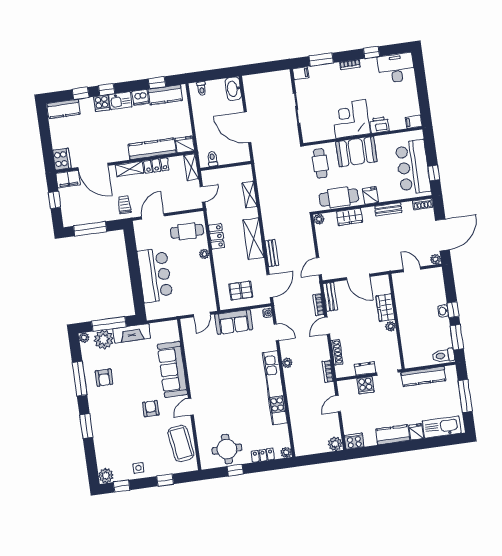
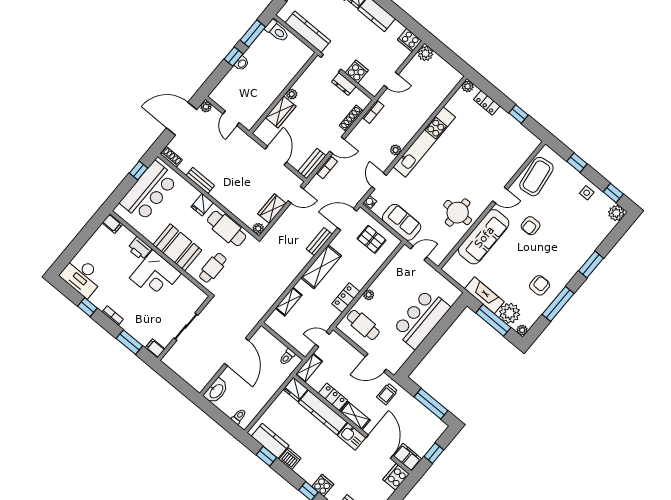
kitchen sink: (120, 101) -> (352, 436), moved, turned 180
wardrobe: (349, 217) -> (272, 209), moved, turned -90
round table: (227, 449) -> (458, 213), moved

